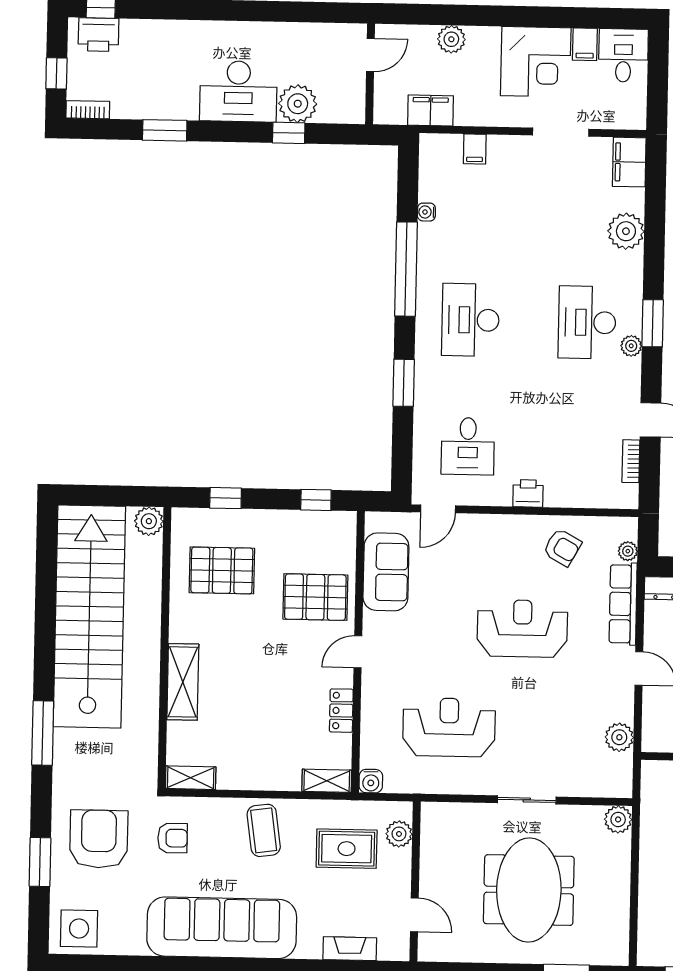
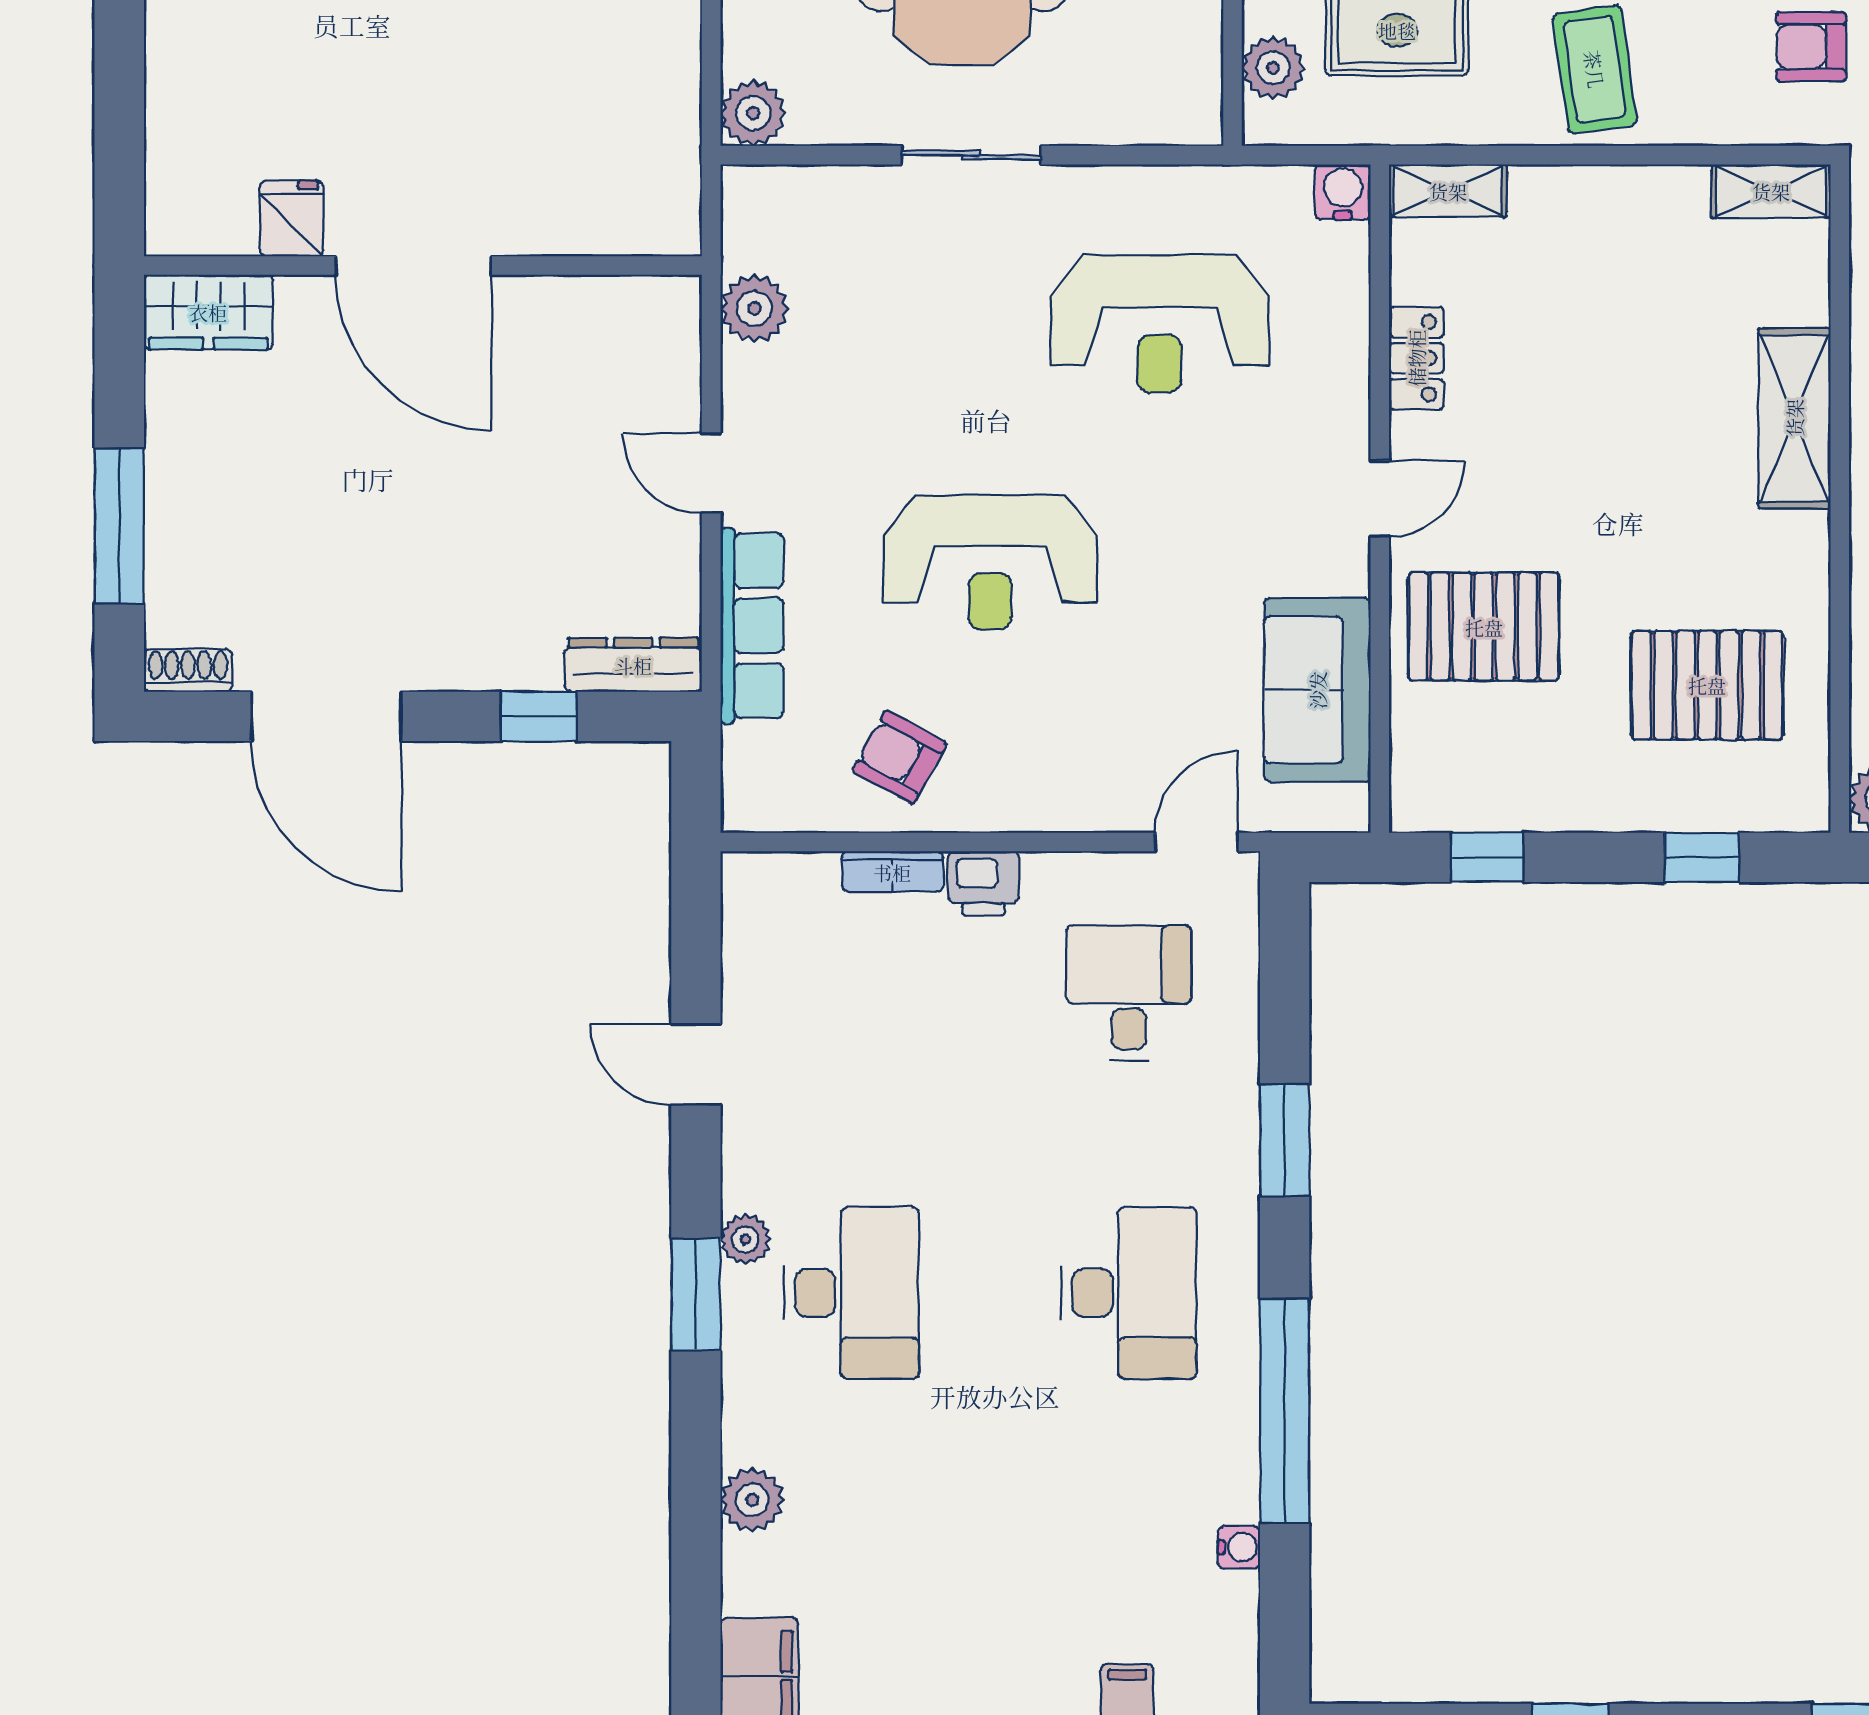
plant: (626, 231) -> (752, 1500), width x0.73, depth x0.73
bookcase: (631, 461) -> (892, 872), moved, turned 90
plant: (628, 551) -> (743, 751), removed

